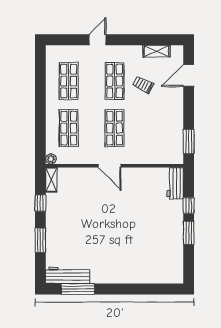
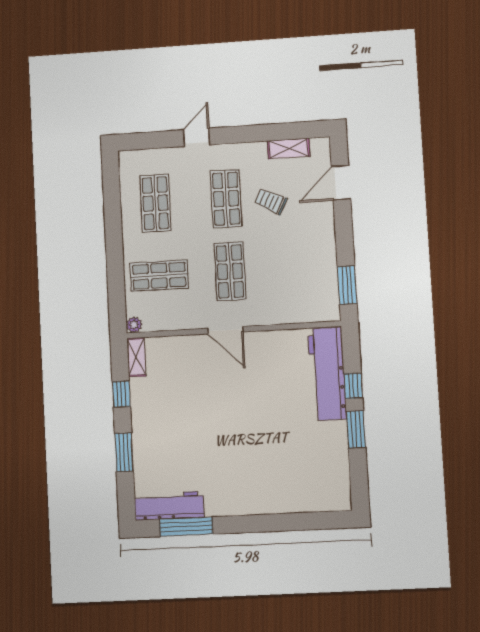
shop shelf: (69, 128) -> (159, 276), turned 90
workbench: (175, 183) -> (327, 374), width x1.88, depth x1.32

